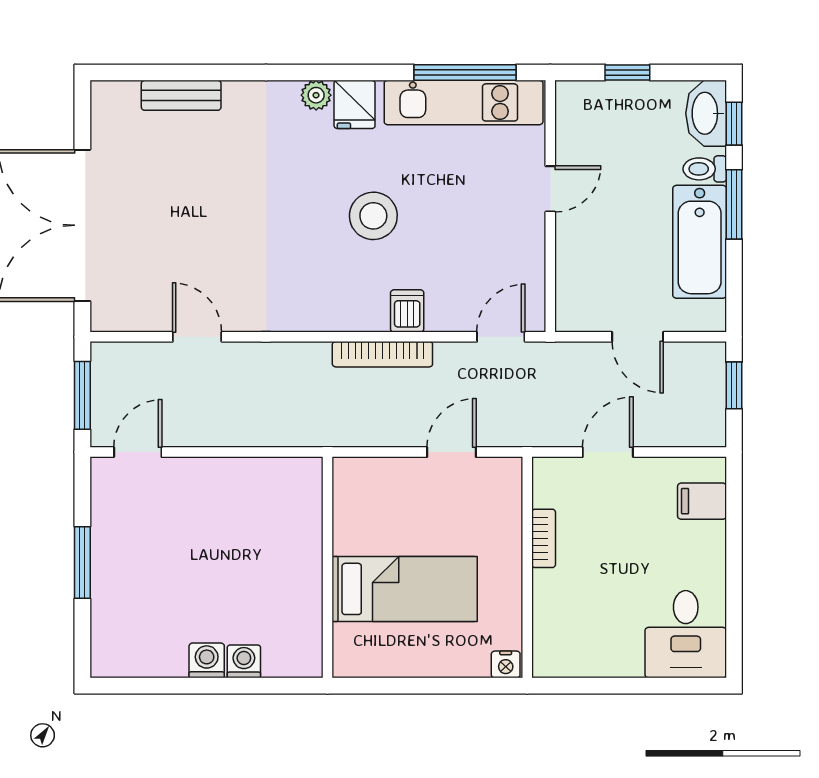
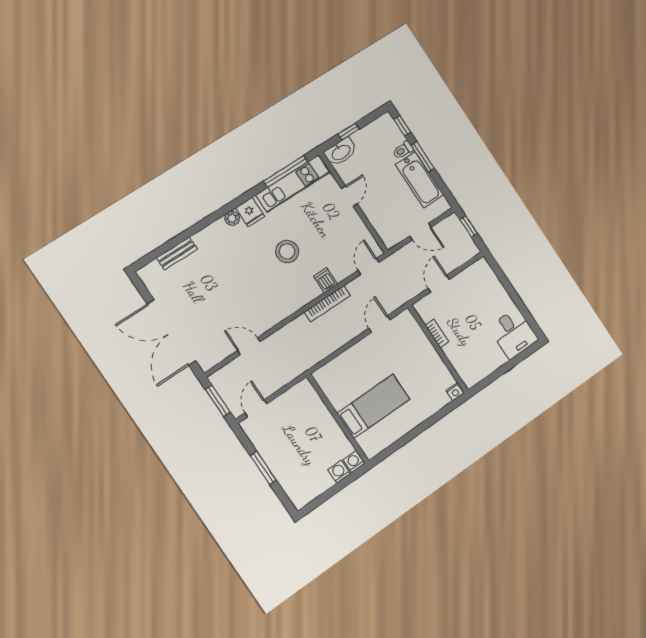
washbasin: (706, 113) -> (341, 152), moved, turned -90
filing cabinet: (702, 501) -> (486, 279), removed
wall: (327, 567) -> (338, 419), moved
bed: (405, 589) -> (373, 406), moved

